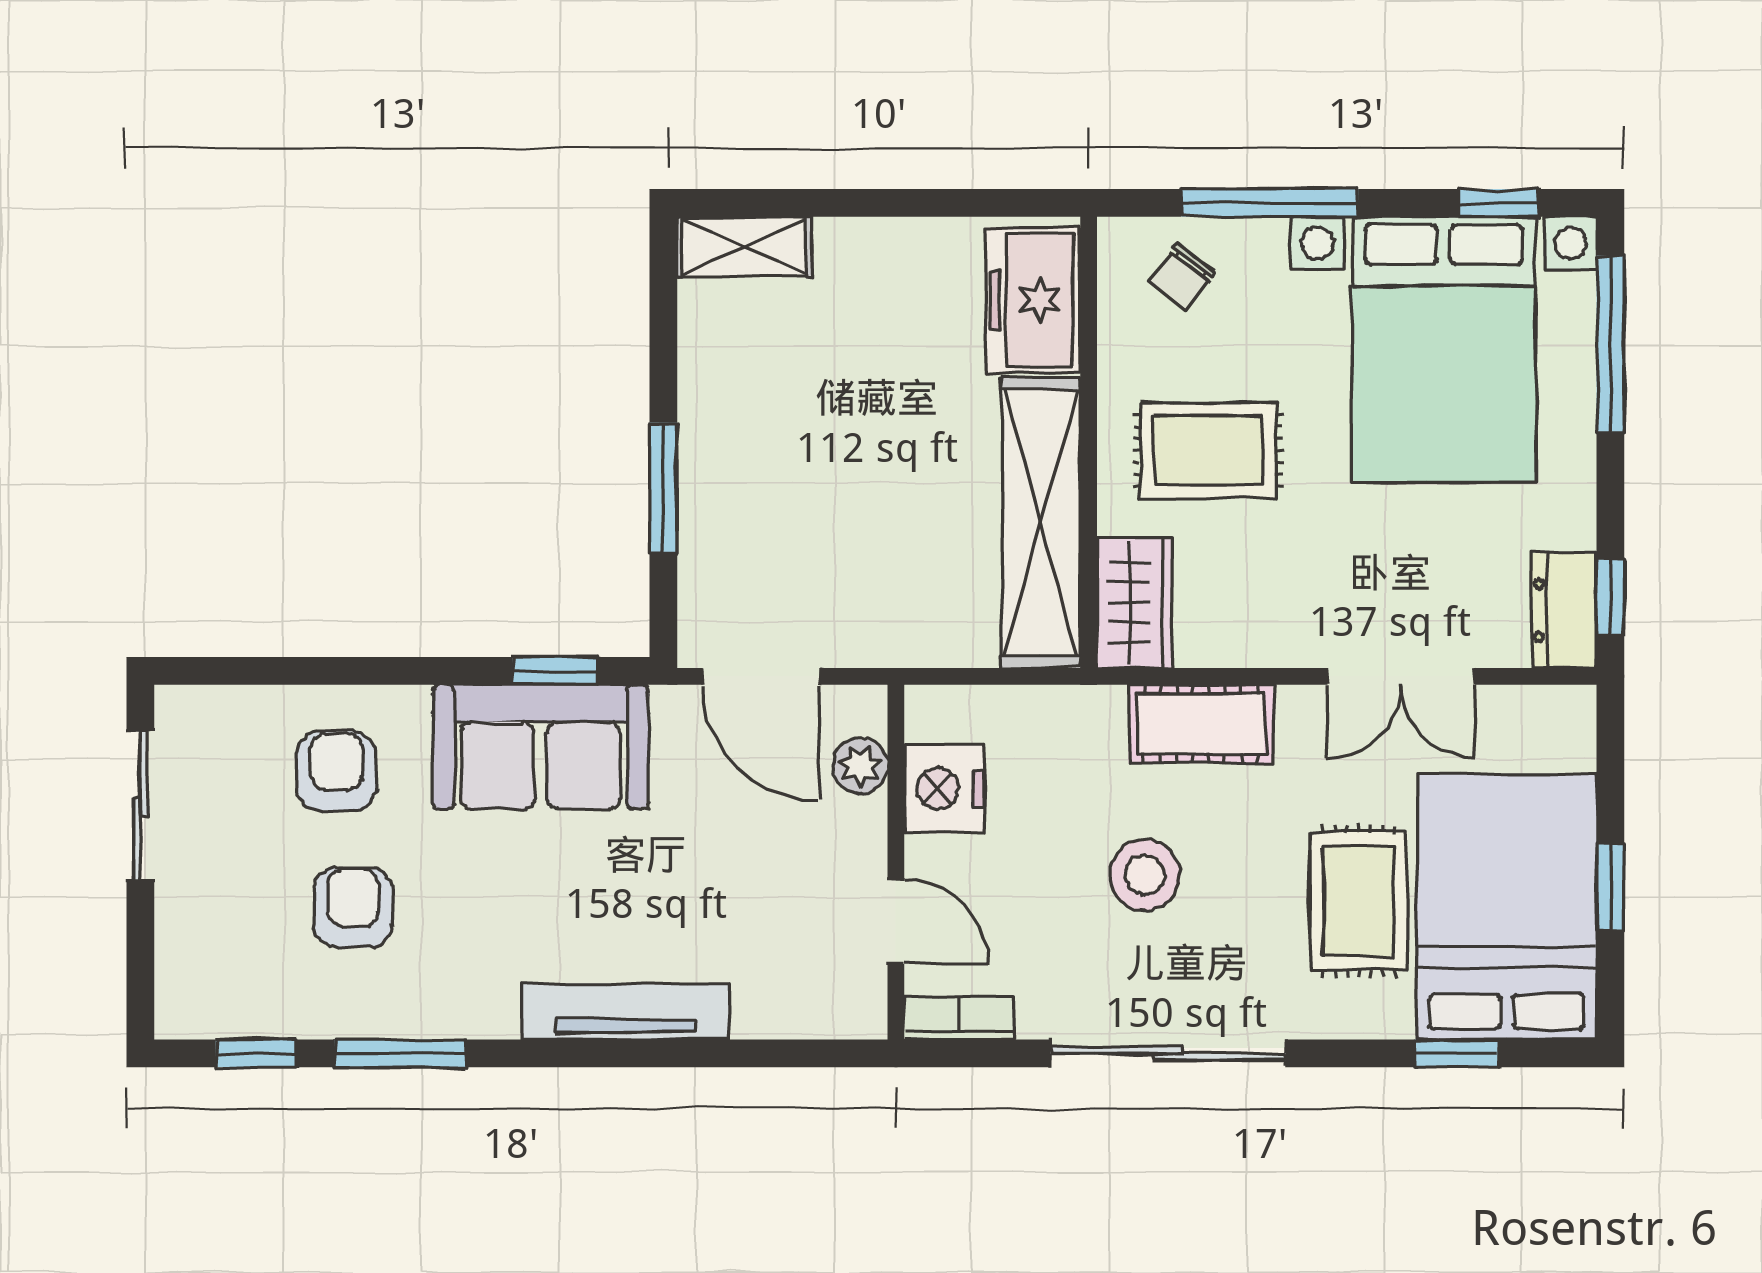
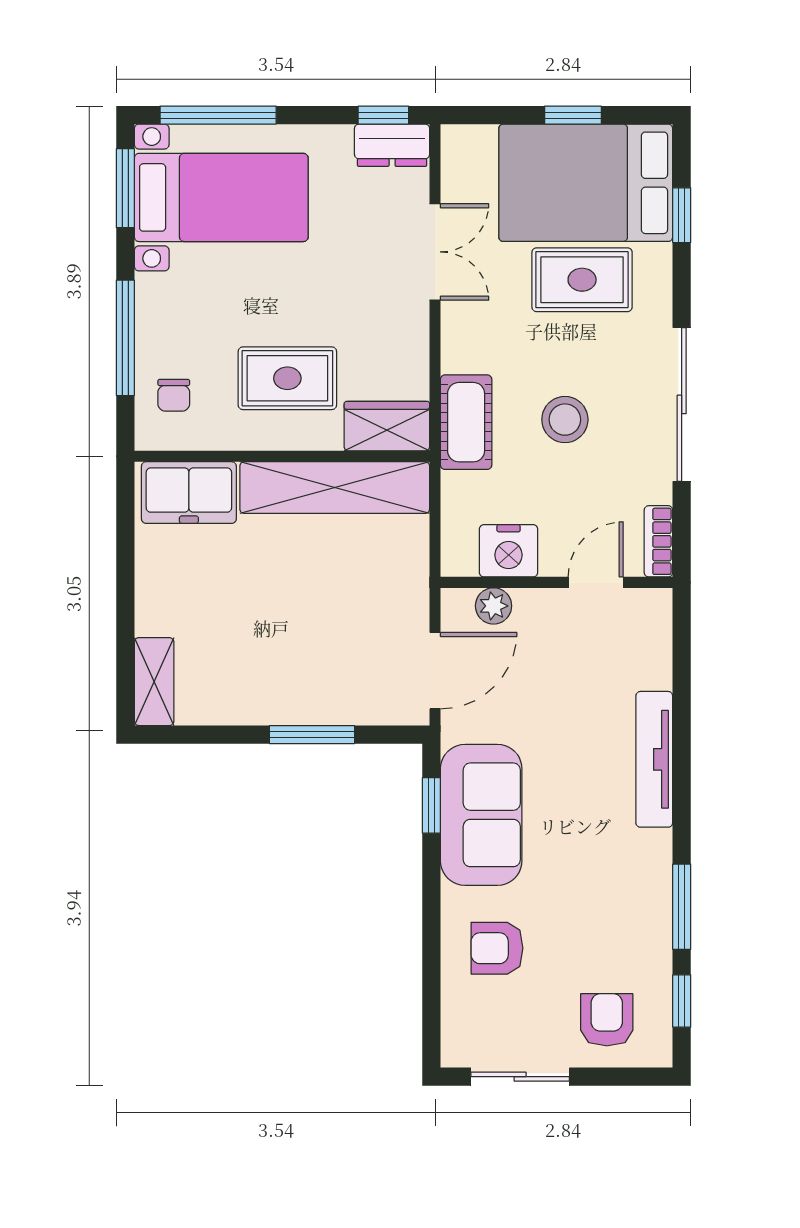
window: (1499, 203) -> (125, 188), width x1.50
chair: (1182, 277) -> (174, 395), turned 53
bed with nightstands: (1444, 349) -> (221, 197), width x0.73
rug: (1208, 451) -> (287, 378), turned 90
cot: (1201, 724) -> (466, 422), moved
armchair: (353, 907) -> (607, 1020), moved, turned 90

